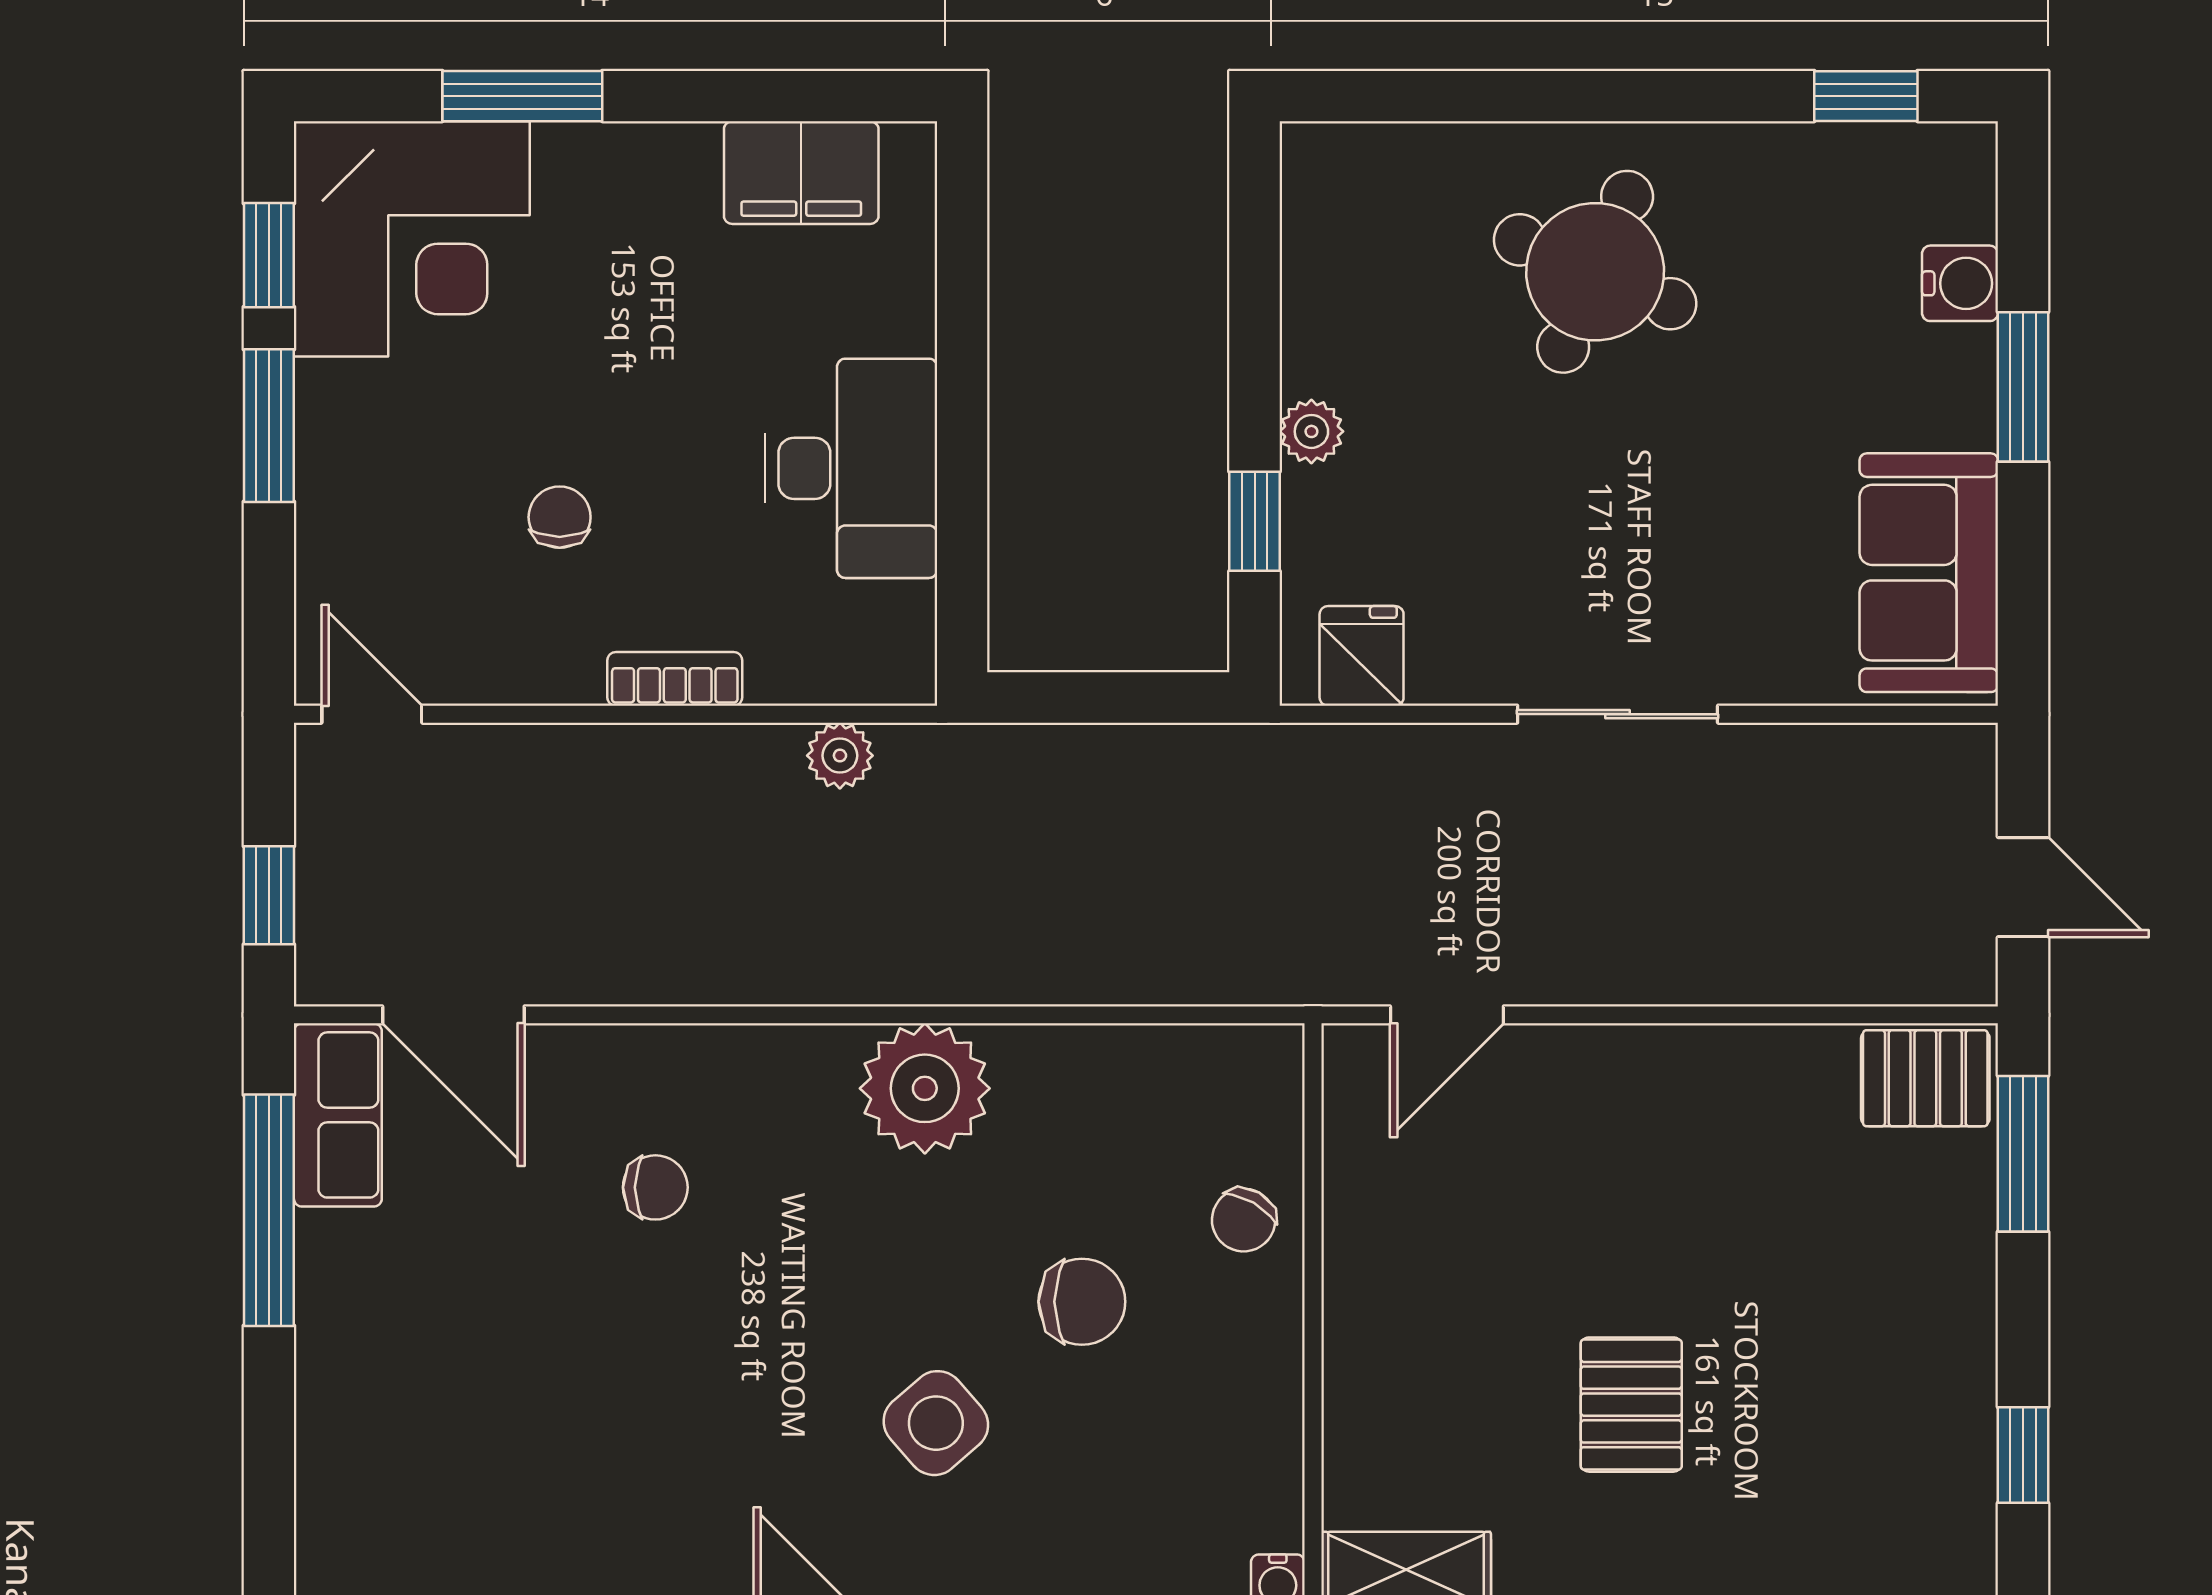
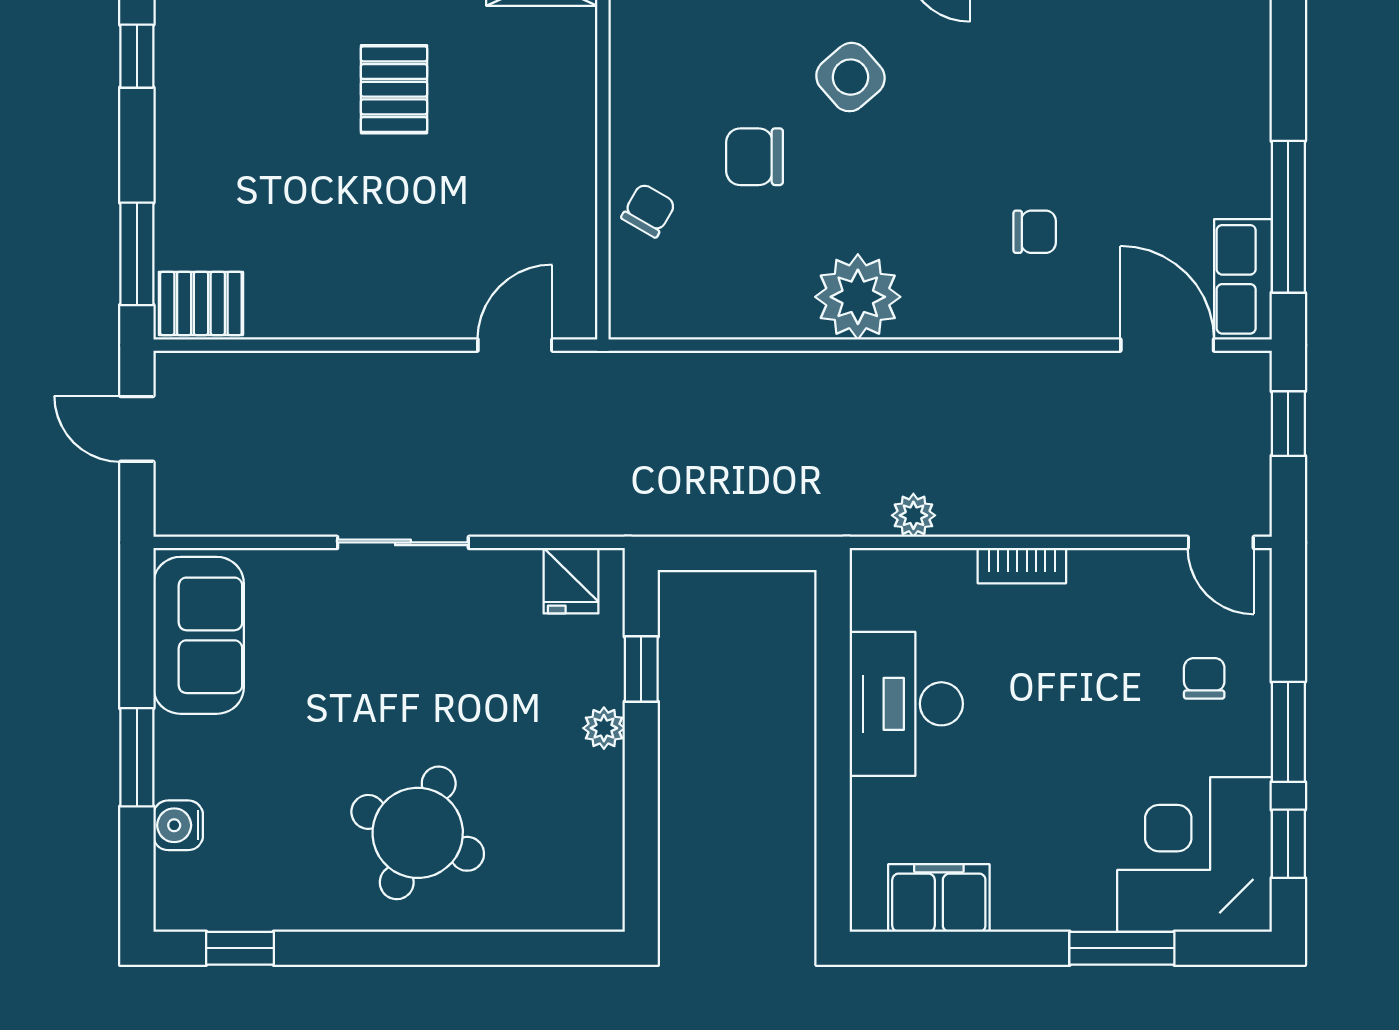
chair: (560, 517) -> (1204, 678), moved, turned 180
chair: (655, 1187) -> (1035, 232), turned 180

